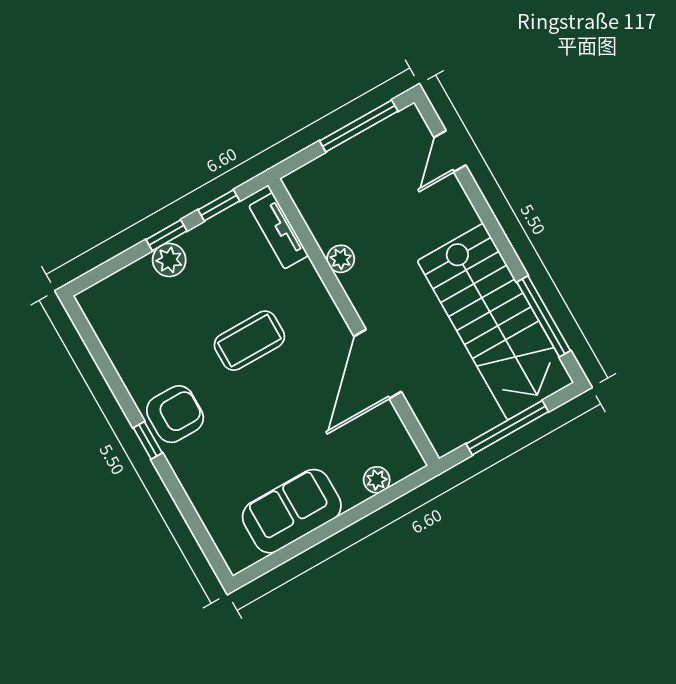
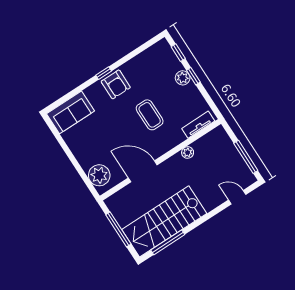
window: (219, 205) -> (178, 53), moved
plant: (377, 480) -> (99, 175), width x1.88, depth x1.88
sofa: (292, 511) -> (70, 112), moved, turned 90

